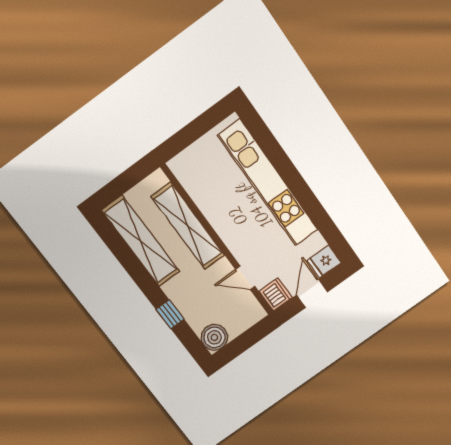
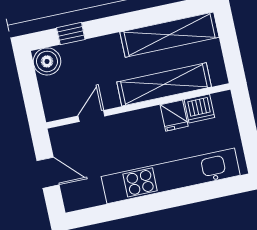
fridge: (324, 262) -> (174, 116), moved, turned 180
dishwasher: (276, 294) -> (199, 109), moved
window: (170, 314) -> (71, 34), moved

